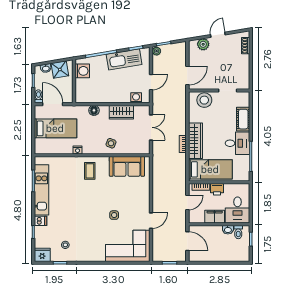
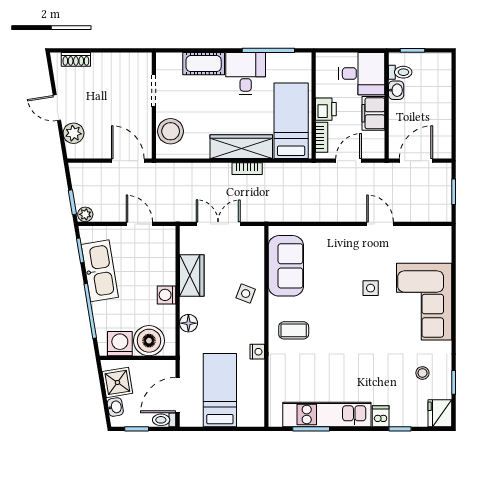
boiler: (84, 88) -> (149, 341), added
washing machine: (136, 98) -> (167, 295), moved
door: (187, 202) -> (349, 161), hinge flipped
corner sofa: (128, 246) -> (424, 302), moved

